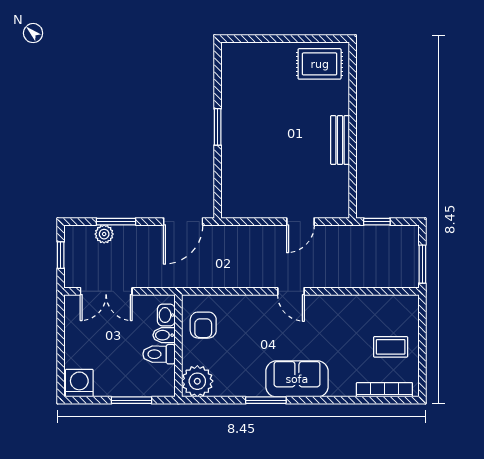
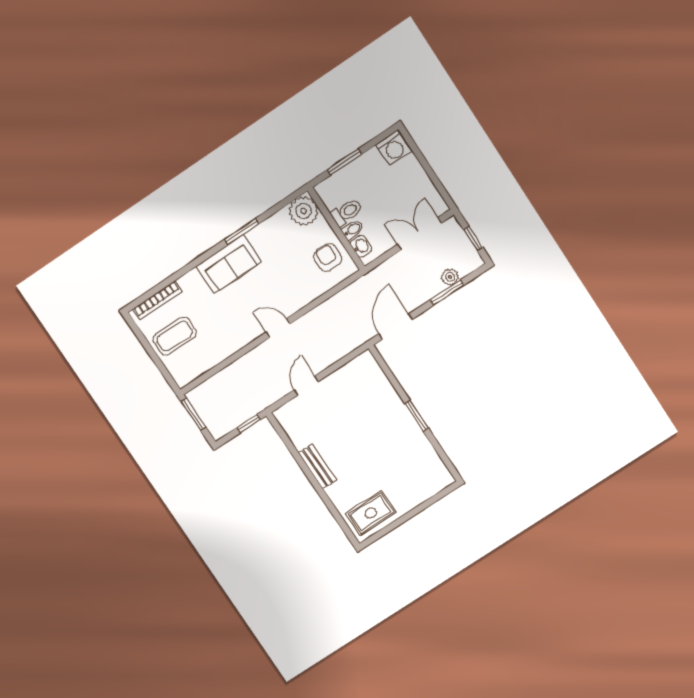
coffee table: (391, 347) -> (175, 336), width x1.36, depth x1.30

